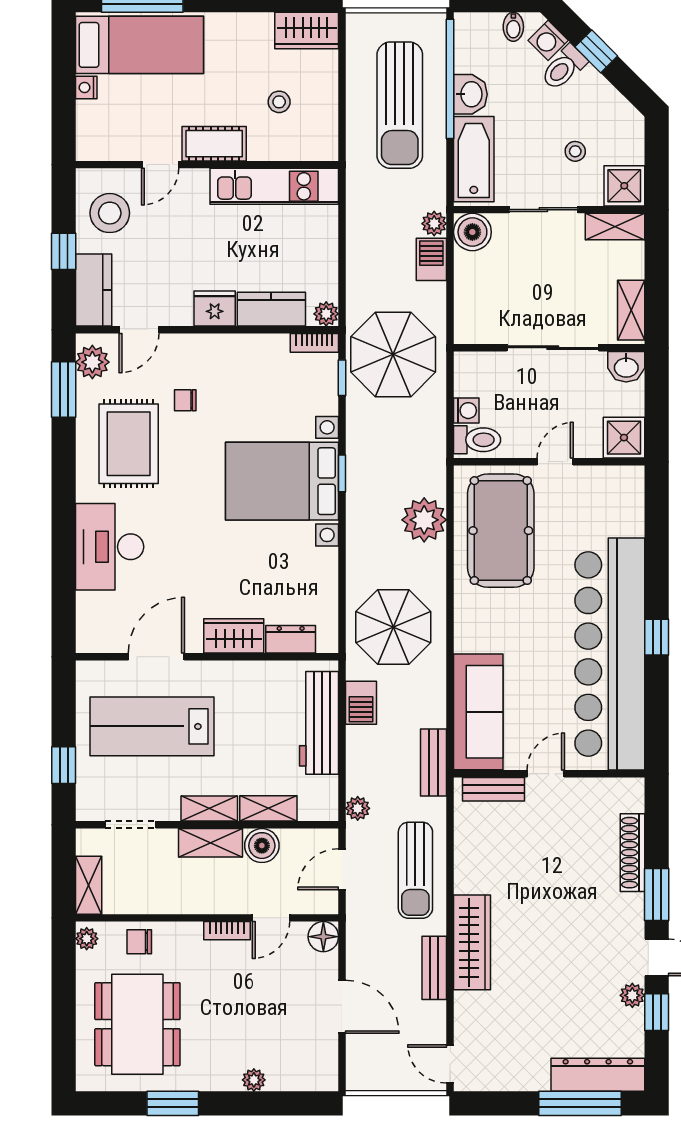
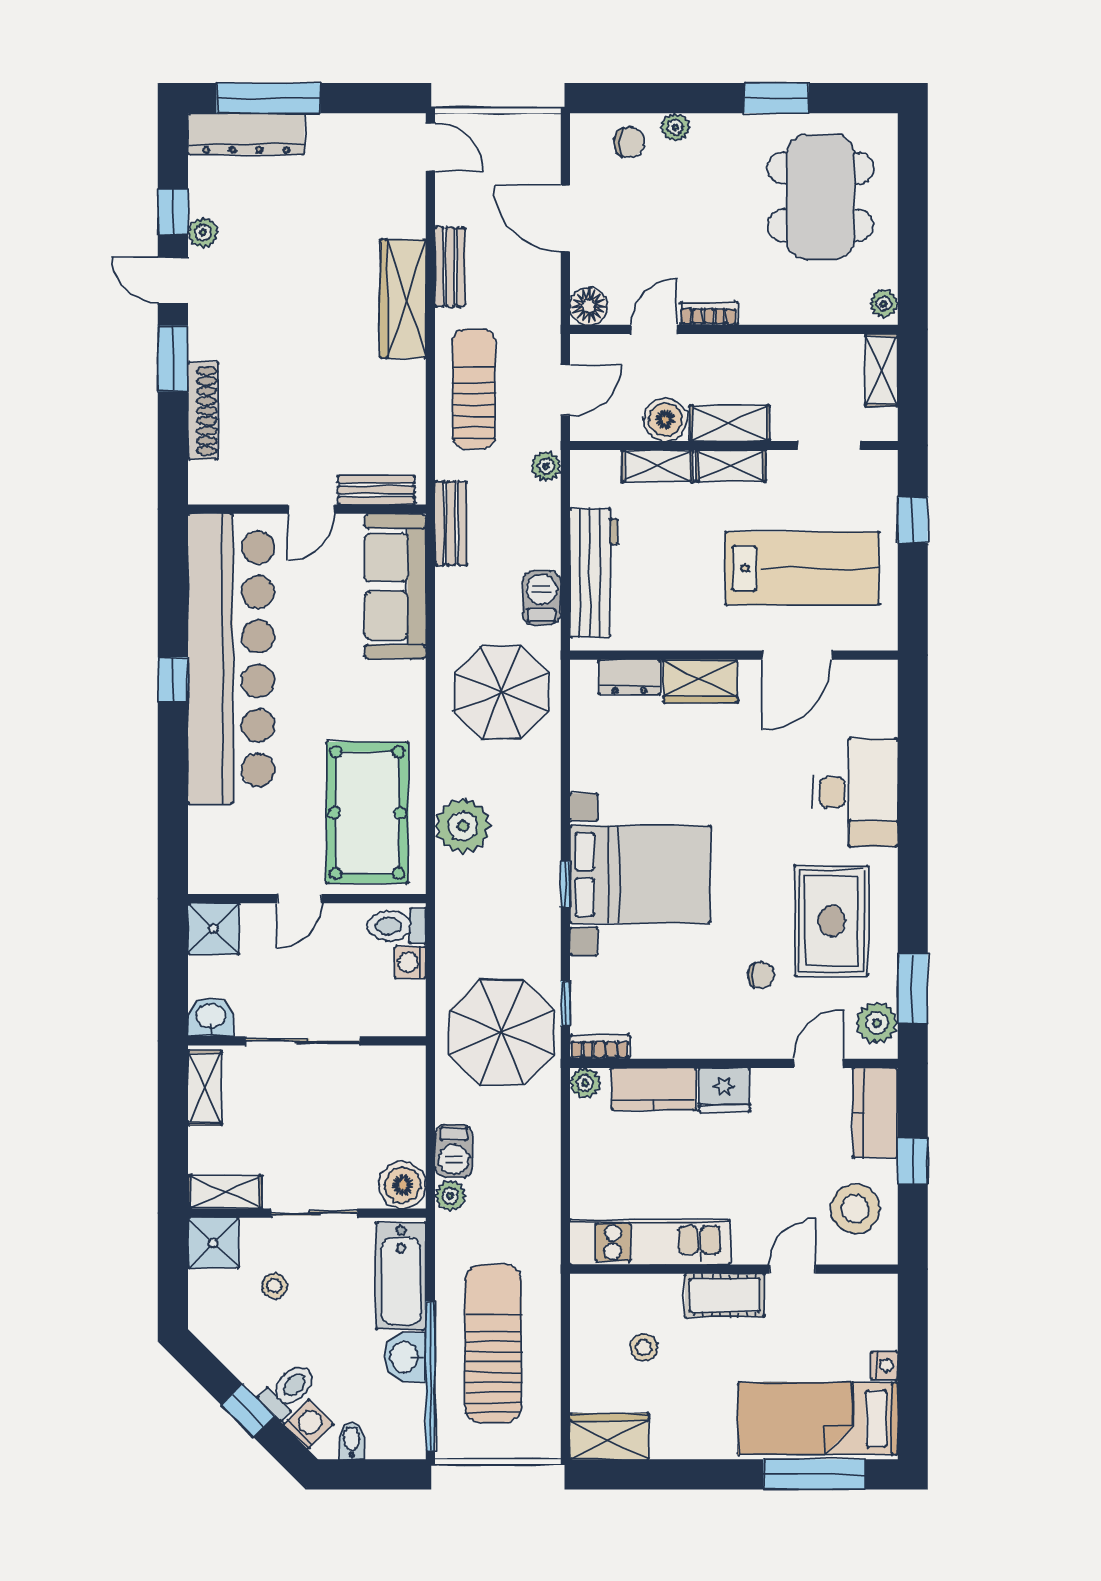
chair: (139, 942) -> (629, 142), moved

